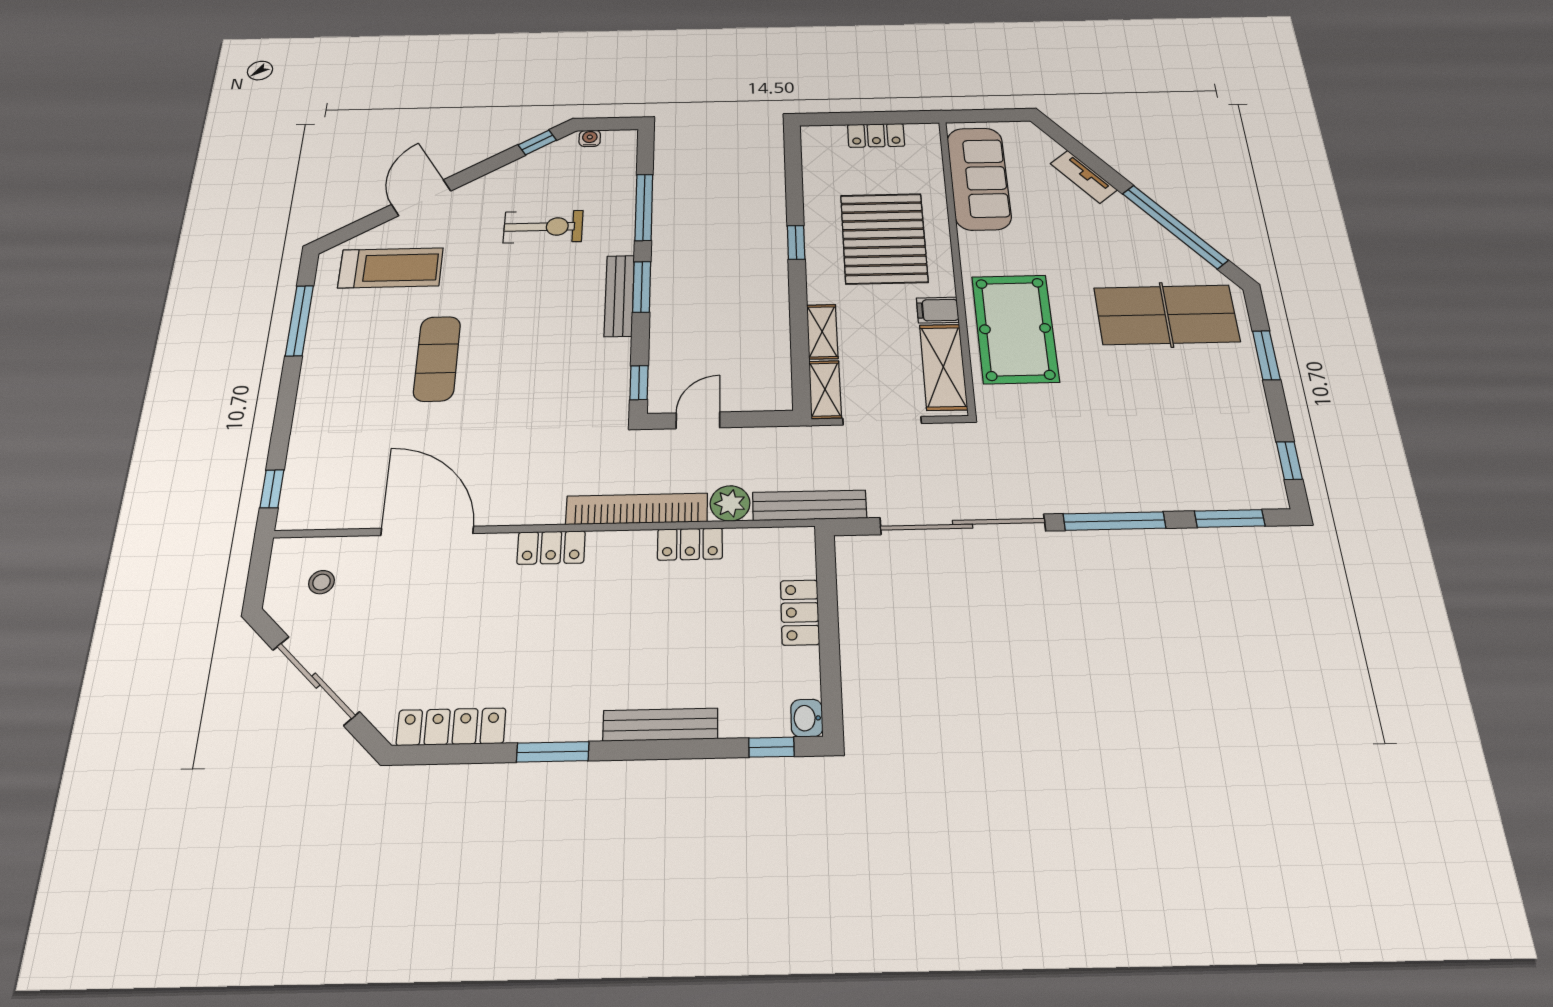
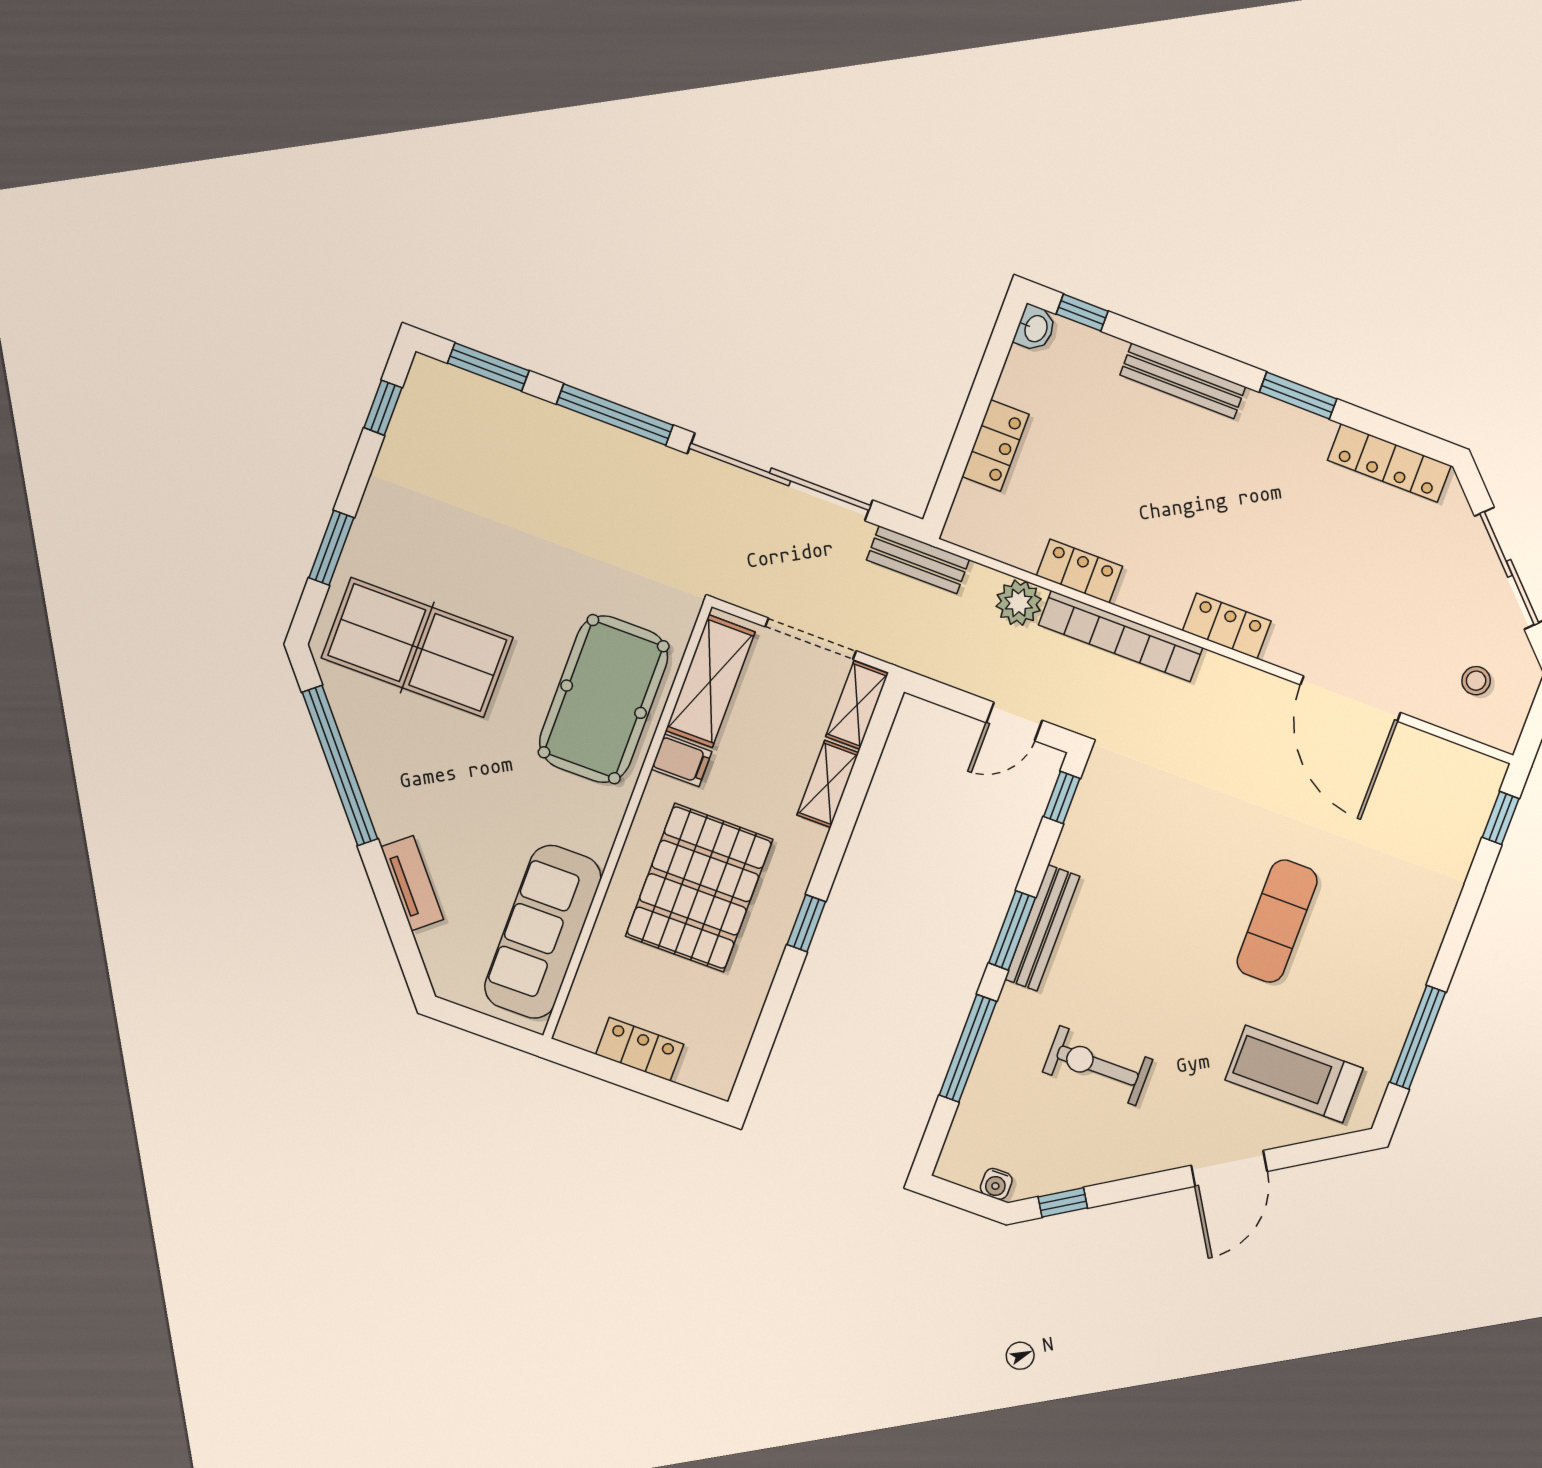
bench: (809, 505) -> (918, 560), width x0.73

